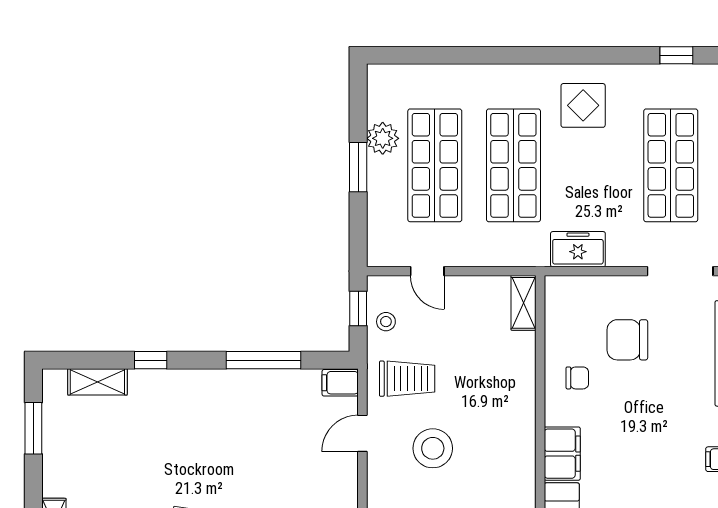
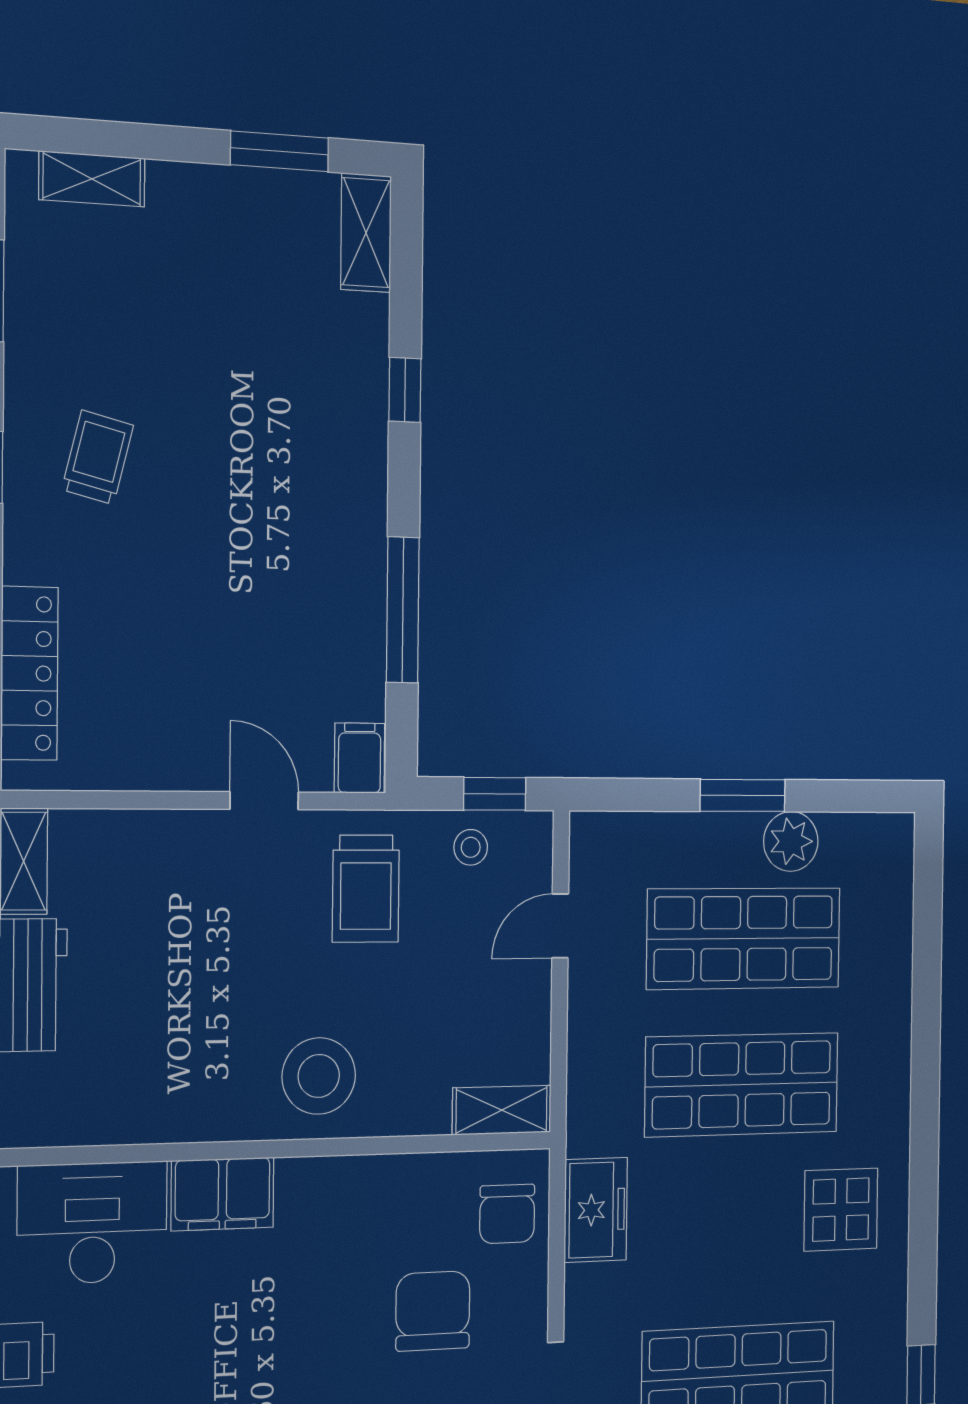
chair: (577, 378) -> (507, 1214), moved, width x1.37, depth x1.37
shelving: (97, 382) -> (366, 233), moved
stool: (433, 448) -> (319, 1076), moved

